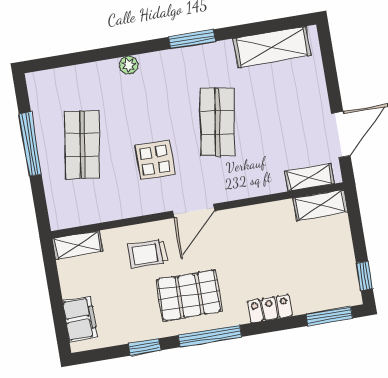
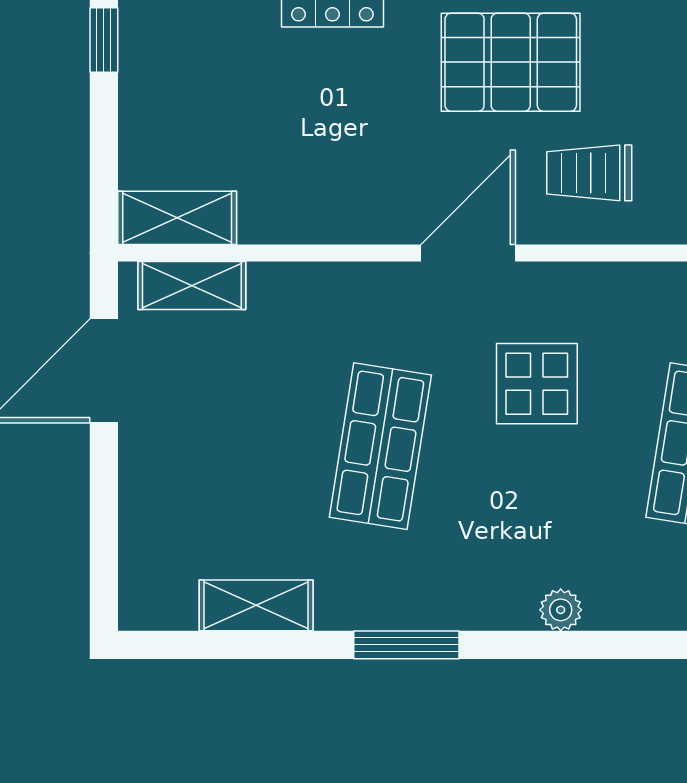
shelving: (272, 47) -> (256, 605), width x0.67, depth x0.75
trolley: (148, 254) -> (589, 173), turned 180

